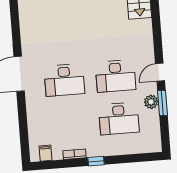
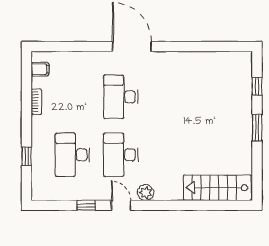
plant: (151, 102) -> (146, 193), moved
window: (162, 103) -> (86, 205), width x0.67
window: (96, 161) -> (27, 156), moved

